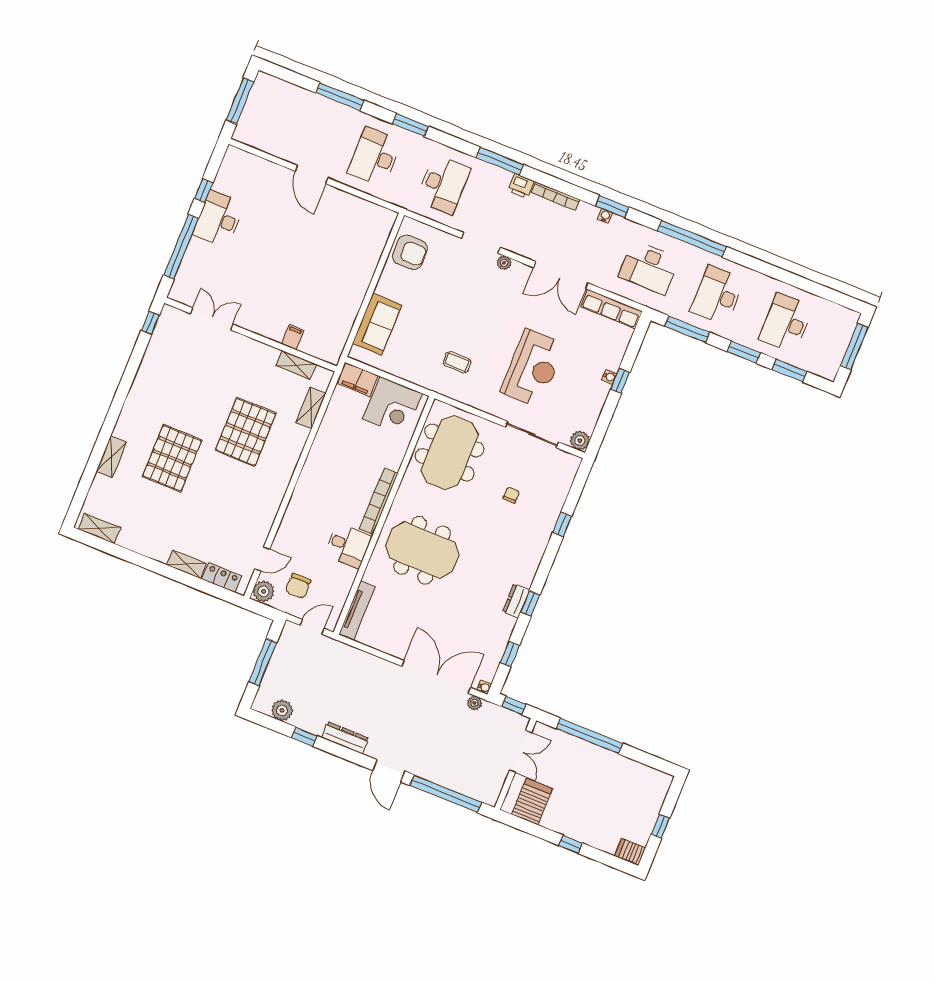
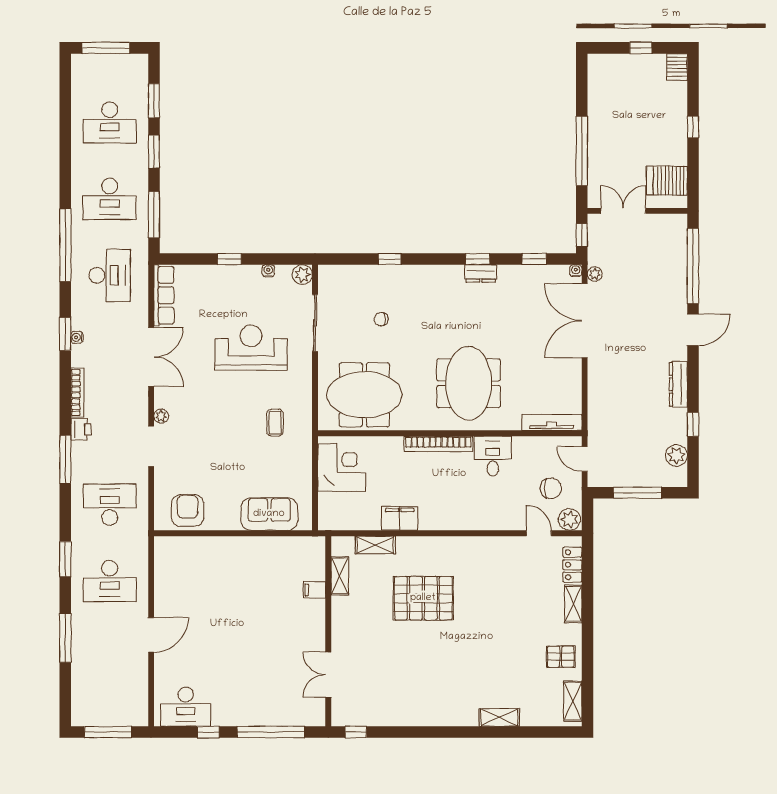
desk: (219, 219) -> (186, 707), moved
water cooler: (609, 377) -> (268, 271), moved
filing cabinet: (358, 380) -> (400, 518), moved, turned -90
pallet: (172, 458) -> (561, 657), moved, width x0.49, depth x0.50

